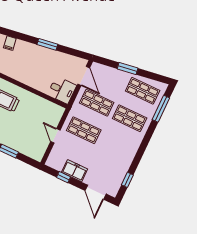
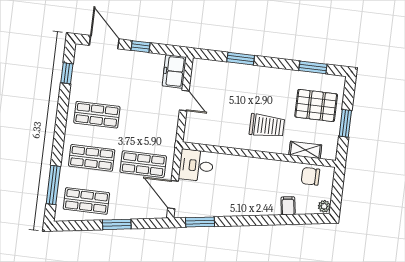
window: (47, 44) -> (200, 222), moved
shop shelf: (84, 130) -> (97, 115), moved
freezer: (75, 171) -> (174, 71), moved, turned 90
window: (63, 177) -> (141, 47), moved

